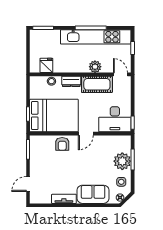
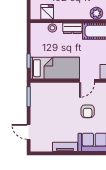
bed: (54, 116) -> (55, 68), width x0.67
armchair: (62, 144) -> (88, 111), moved
door: (28, 184) -> (29, 132), hinge flipped

